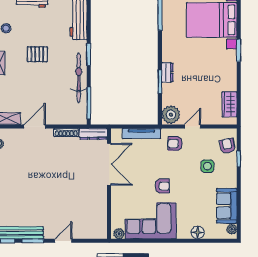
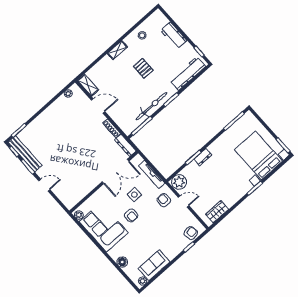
side table: (207, 166) -> (134, 195), moved

